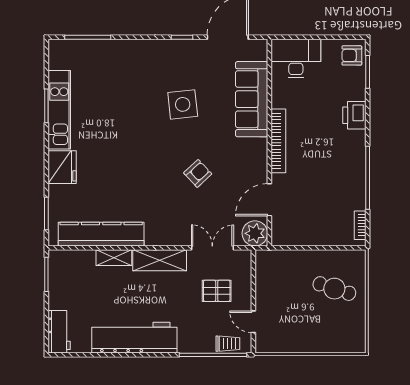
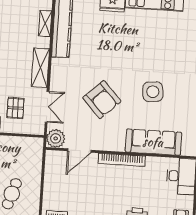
armchair: (198, 173) -> (102, 100), width x1.88, depth x1.88
door: (269, 200) -> (79, 150), swing flipped
shelving: (114, 258) -> (45, 23), moved

